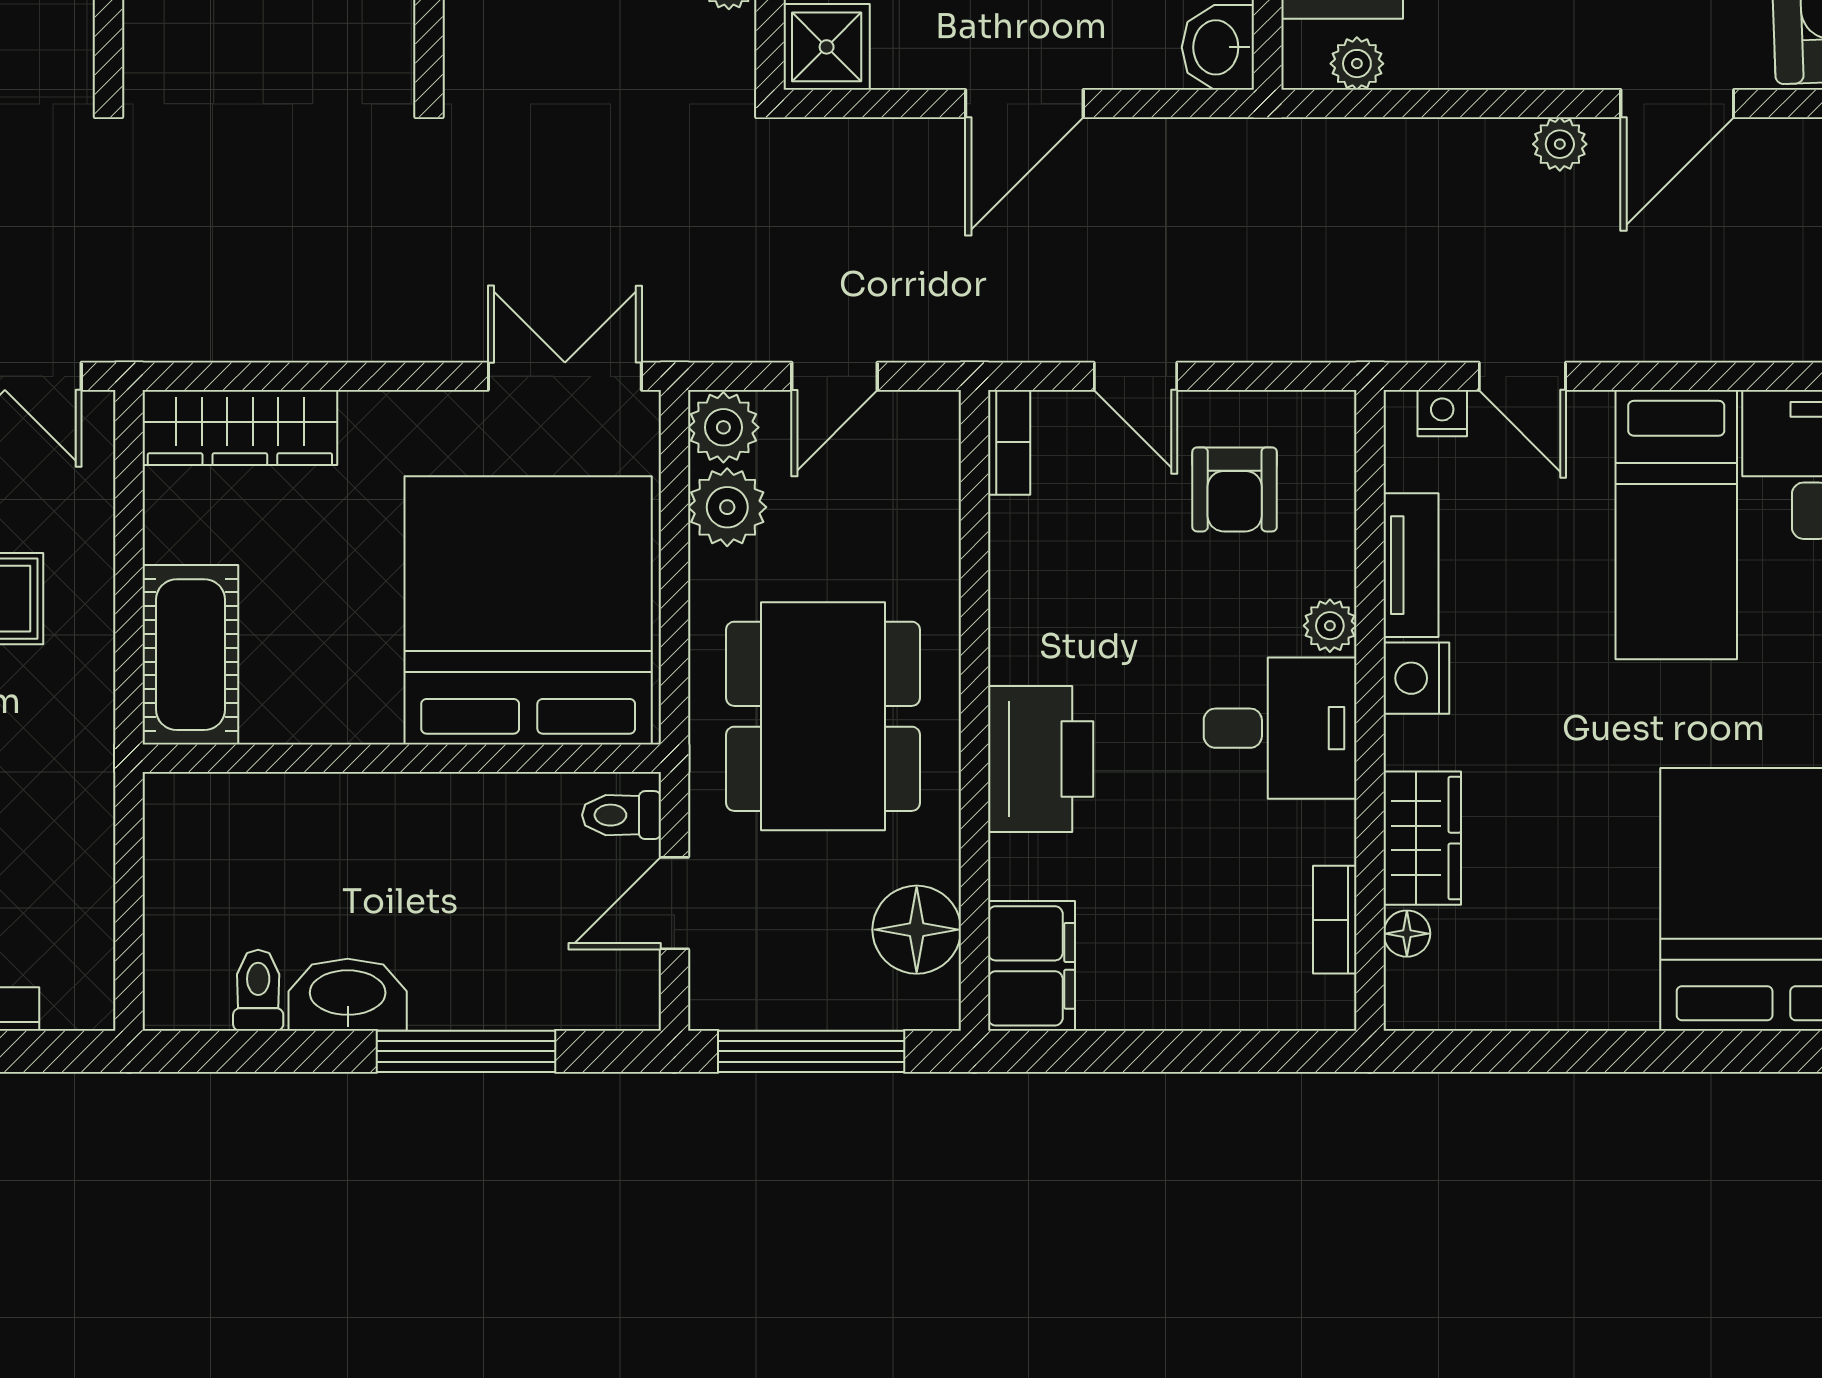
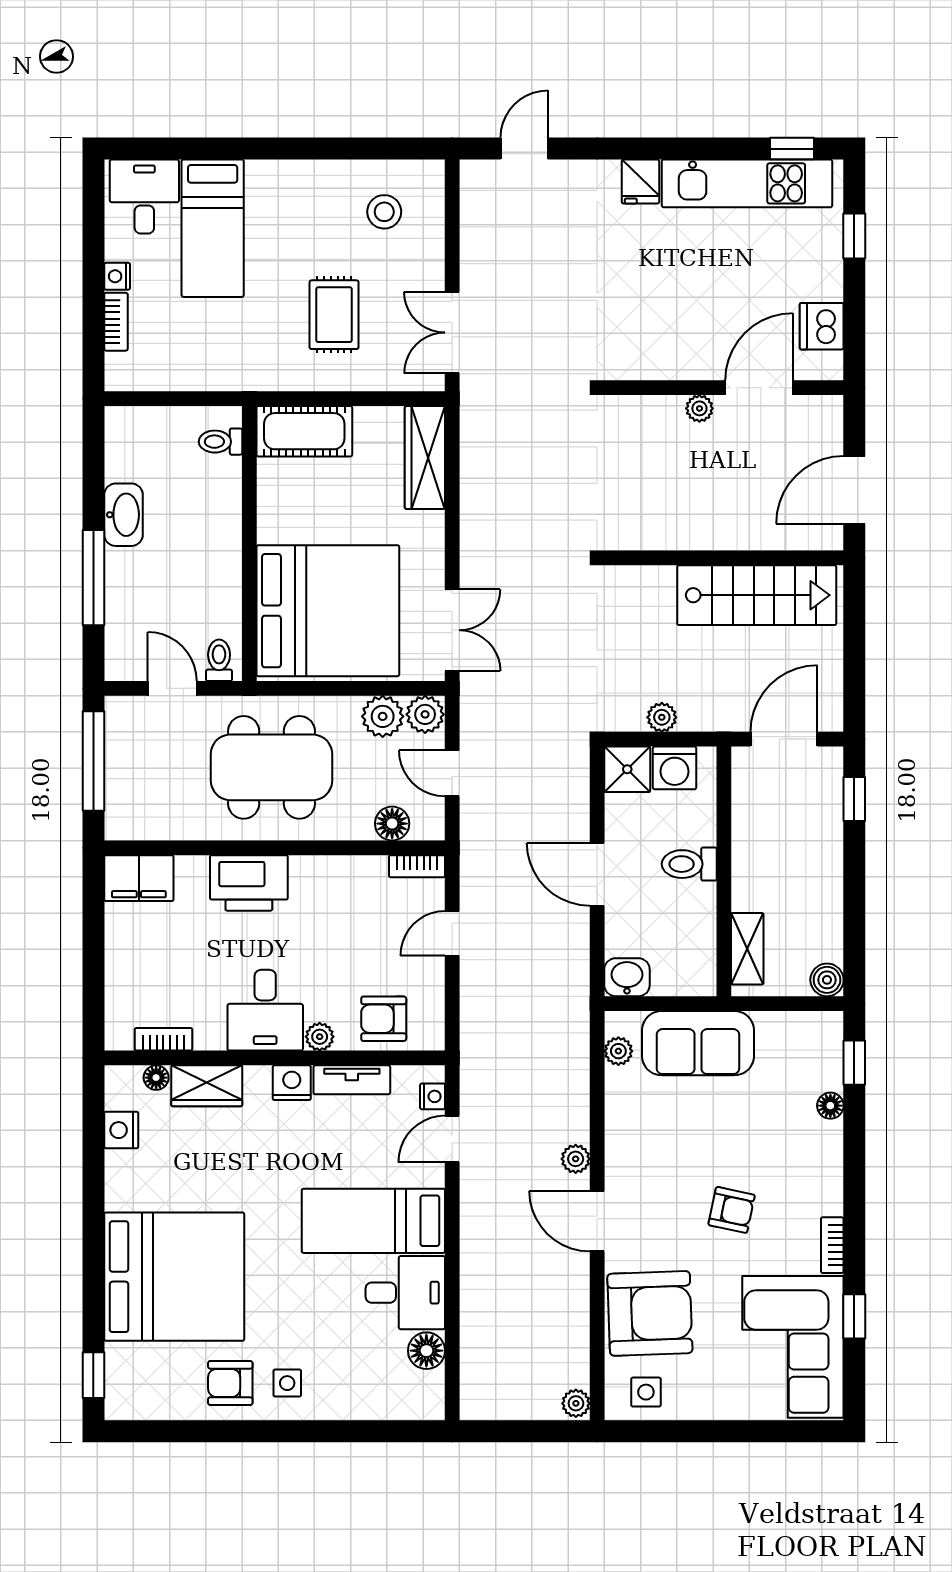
armchair: (1235, 489) -> (384, 1019), moved
floor lamp: (917, 930) -> (392, 824), moved, width x0.73, depth x0.73
toilet: (258, 990) -> (220, 442), moved, turned 180
nightstand: (1506, 999) -> (121, 1130), added

